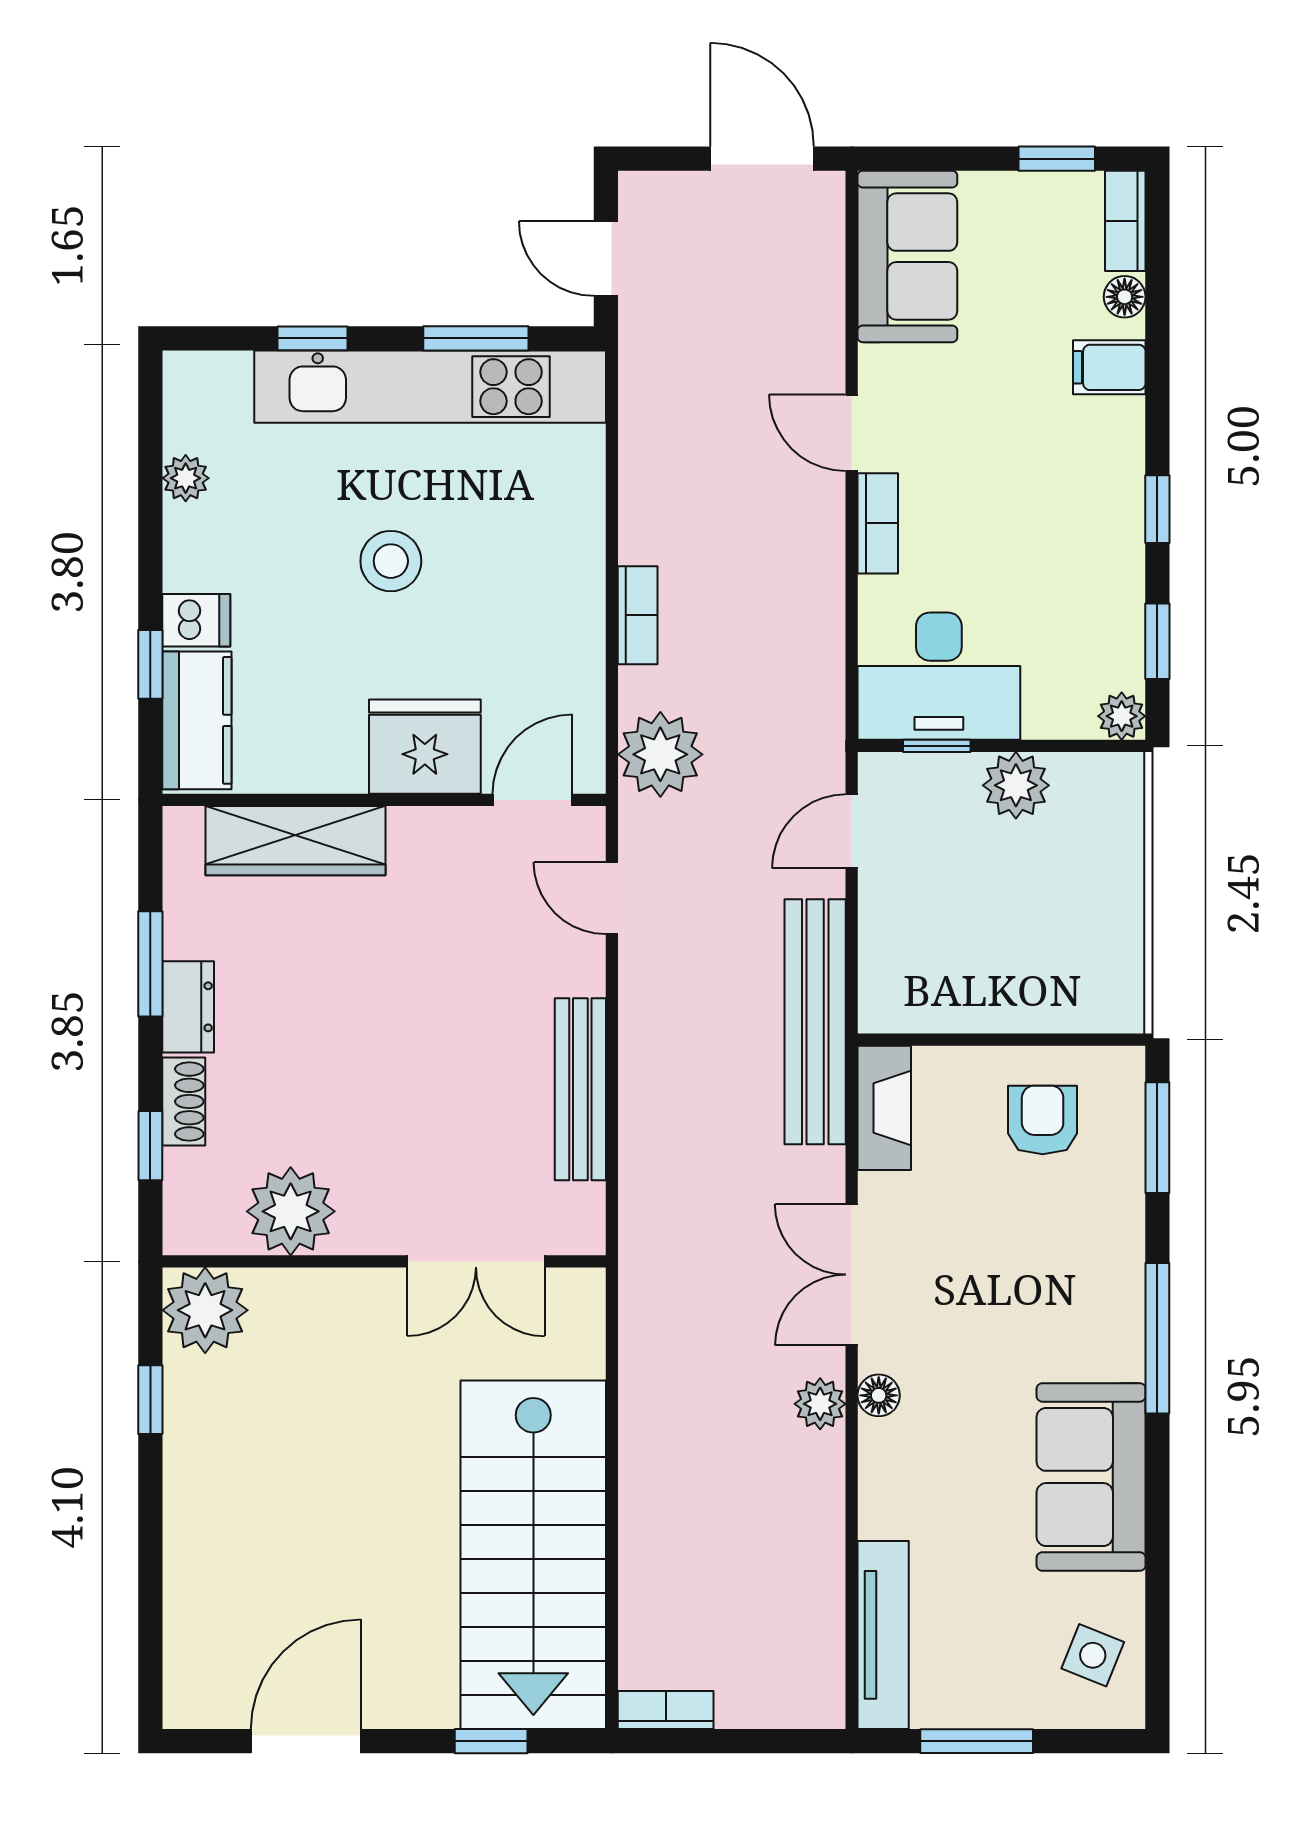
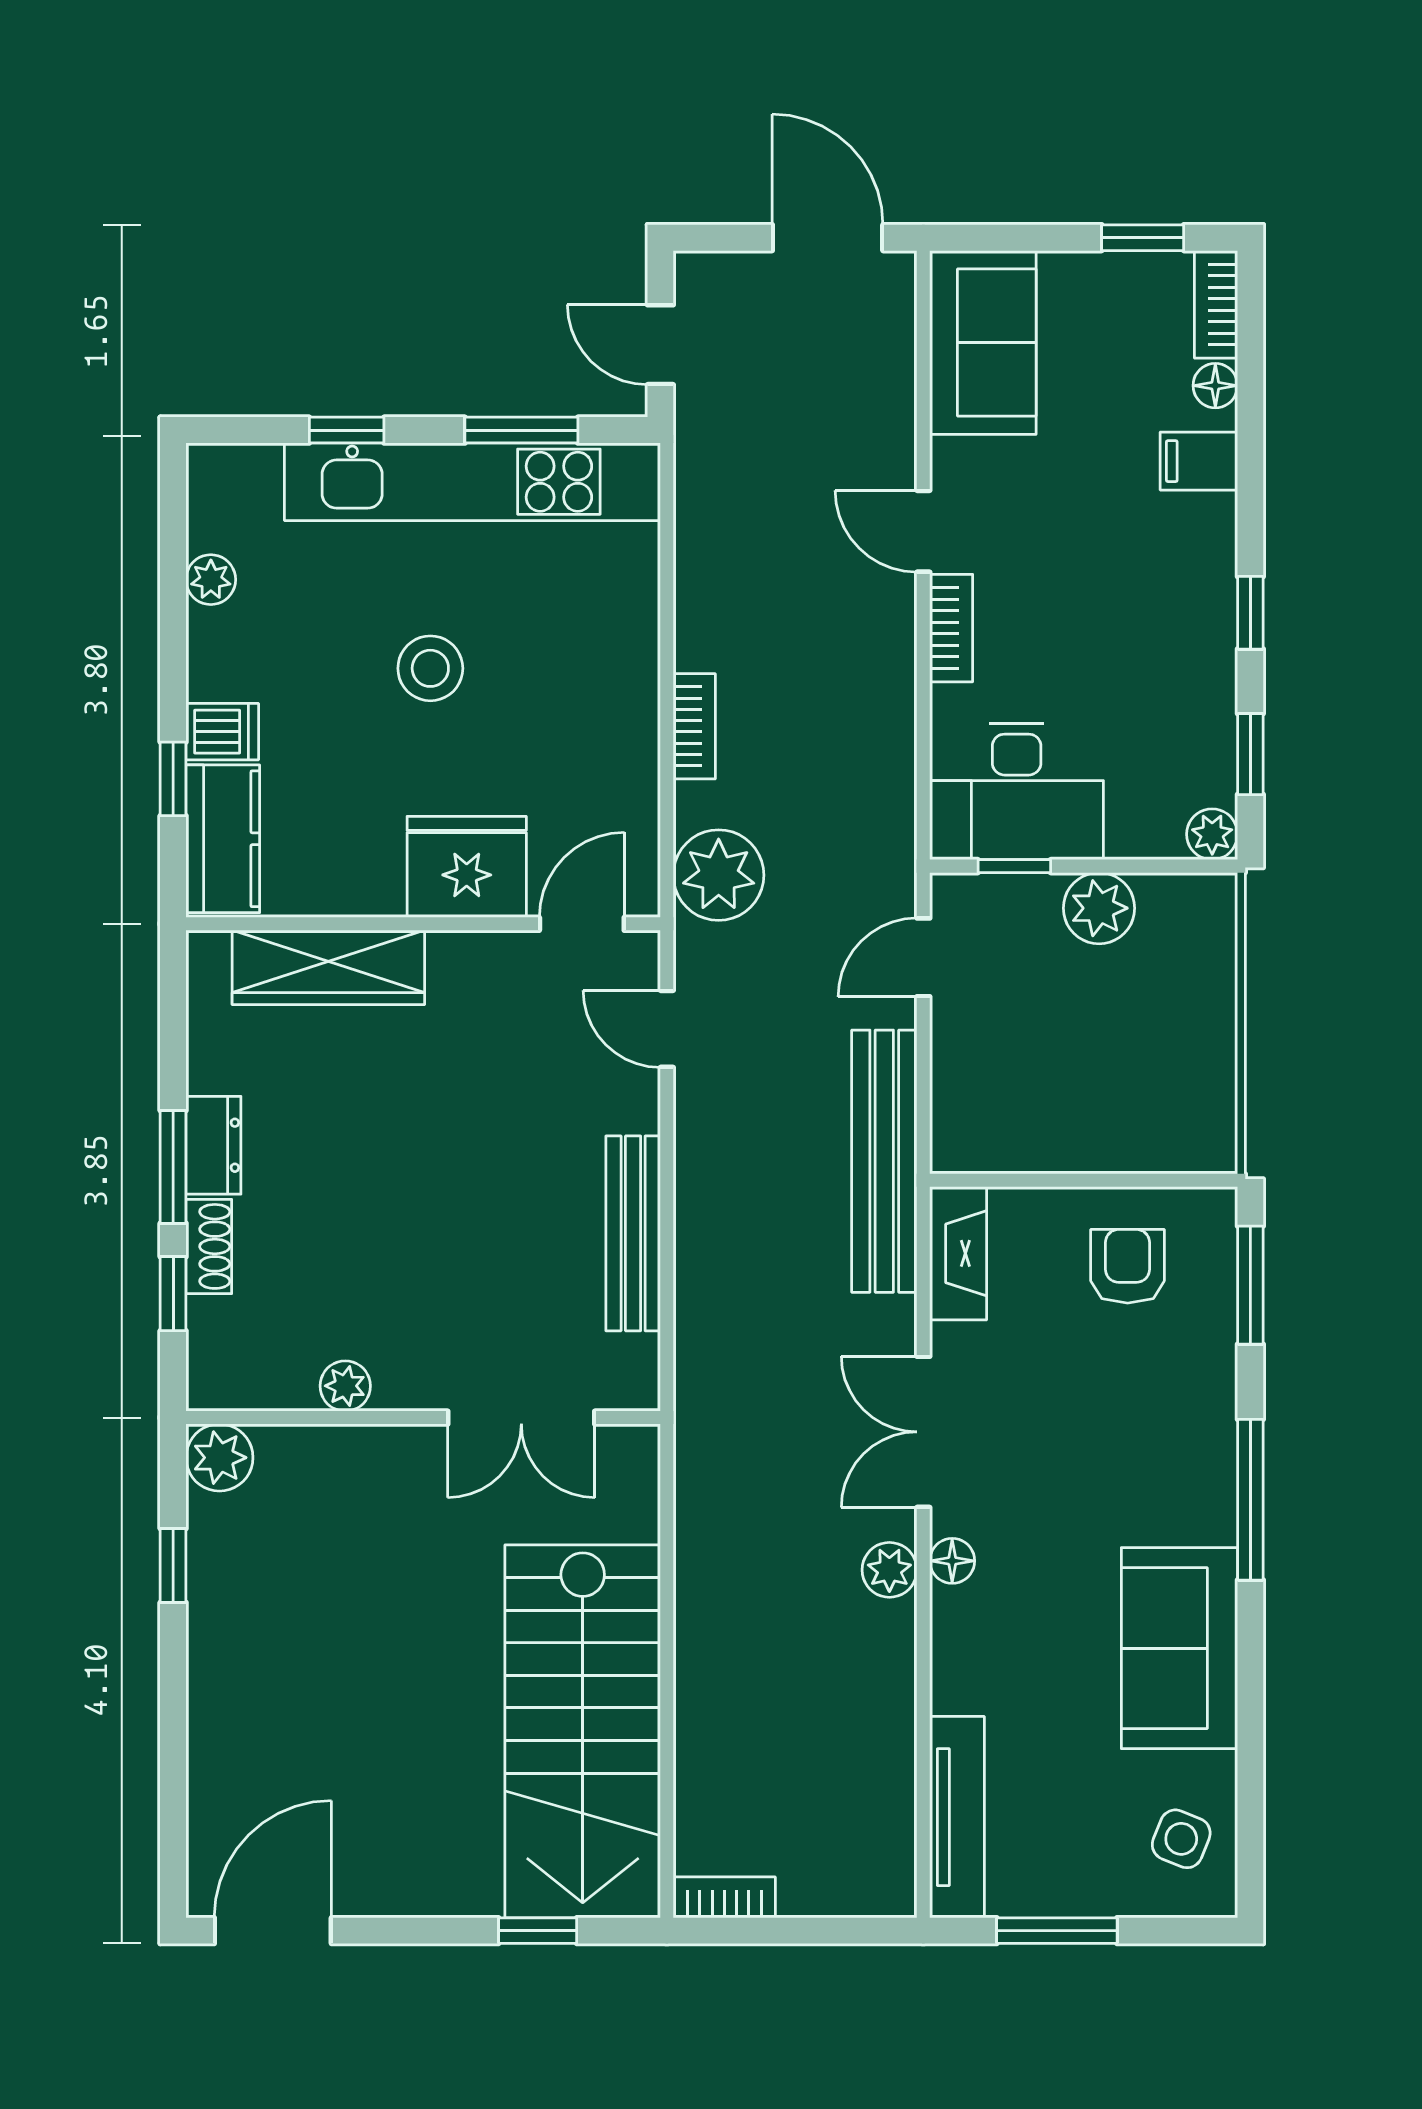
window: (150, 964) -> (173, 1167), moved
plant: (291, 1211) -> (345, 1386), width x0.53, depth x0.53
plant: (205, 1310) -> (219, 1458), width x0.73, depth x0.73
door: (306, 1741) -> (273, 1931), moved

